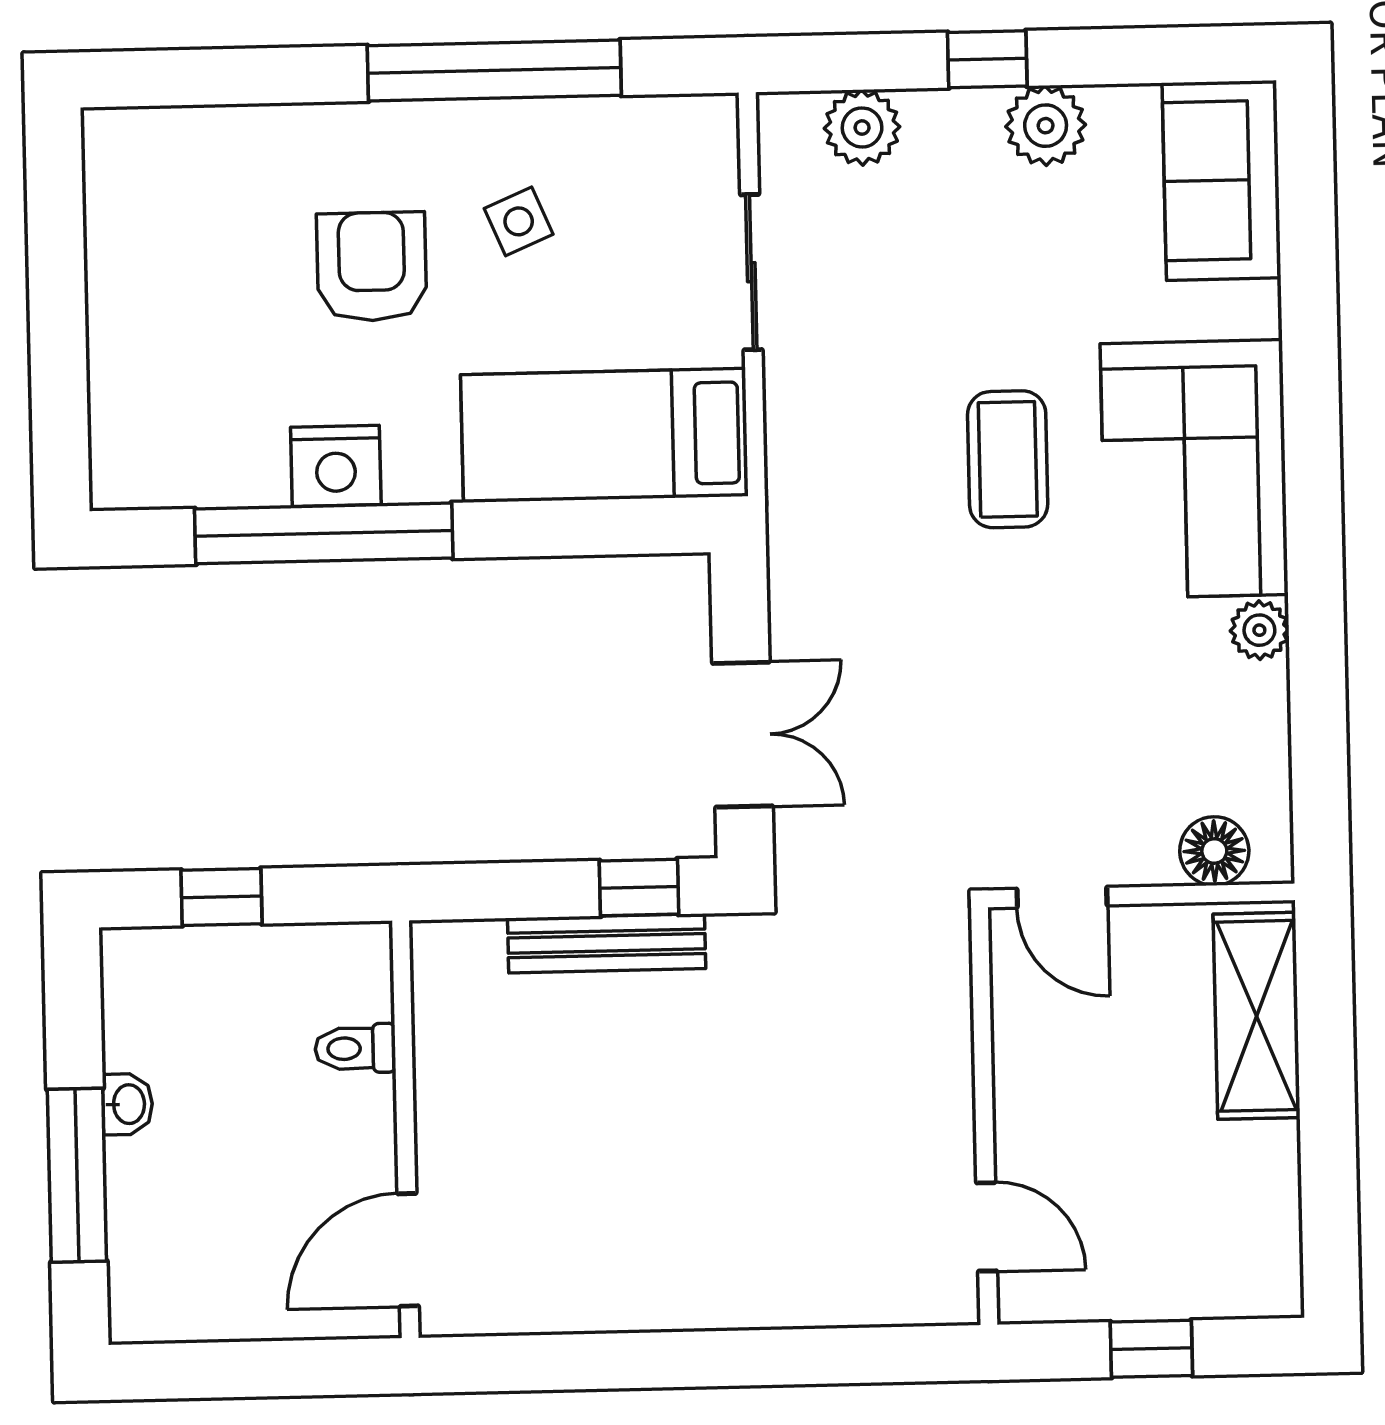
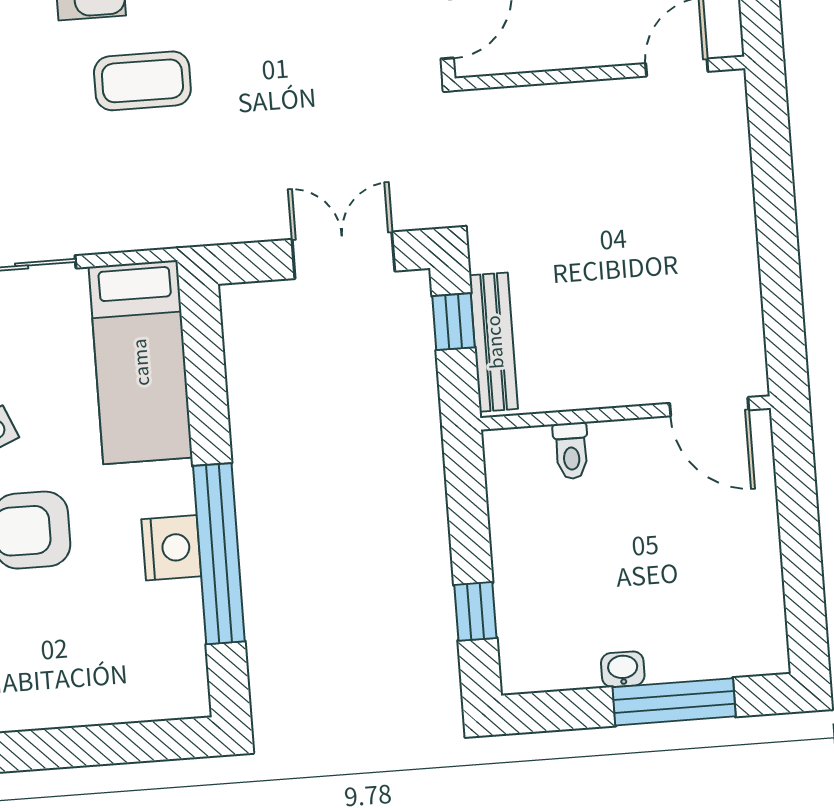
toilet: (355, 1048) -> (571, 451), moved
wall: (405, 1129) -> (625, 413), moved
door: (408, 1250) -> (709, 407), moved

